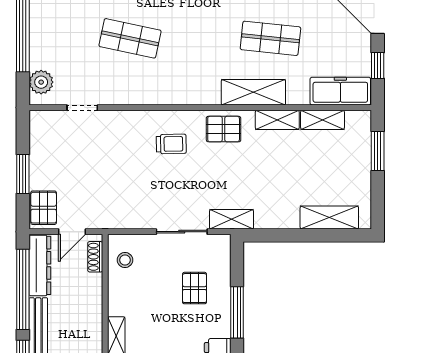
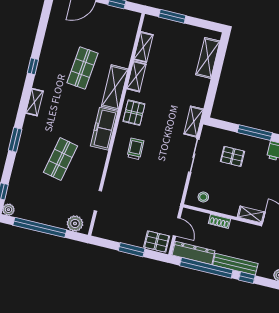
freezer: (340, 91) -> (104, 129), moved
shoe rack: (95, 257) -> (219, 221), moved

